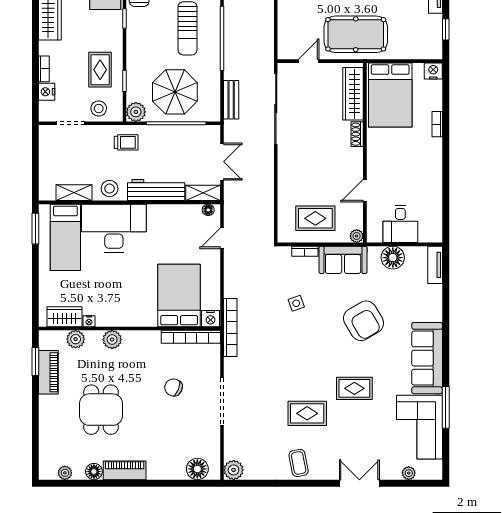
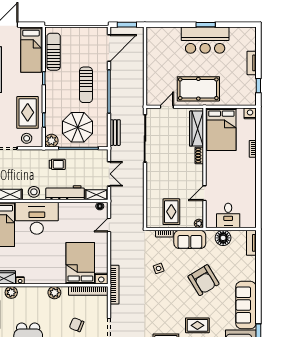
rug: (100, 70) -> (28, 112), width x1.36, depth x1.43
trolley: (126, 142) -> (57, 164), moved
rug: (315, 218) -> (171, 212), turned 90
plant: (112, 340) -> (54, 293), moved

